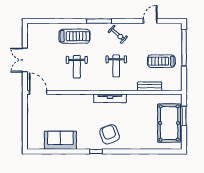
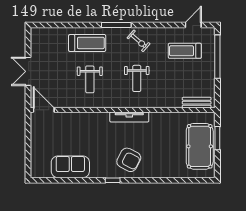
door: (150, 21) -> (193, 25), moved
treadmill: (161, 61) -> (185, 51), moved
bench: (150, 86) -> (197, 103), moved
armchair: (110, 134) -> (129, 160), turned 137

